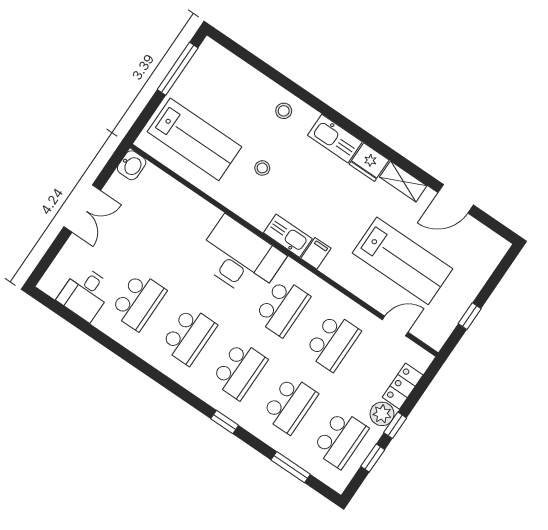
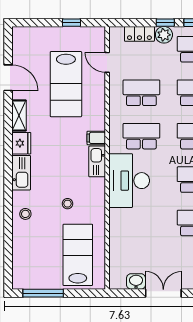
washbasin: (132, 165) -> (136, 281), moved
lab bench: (402, 261) -> (66, 84), turned 180

